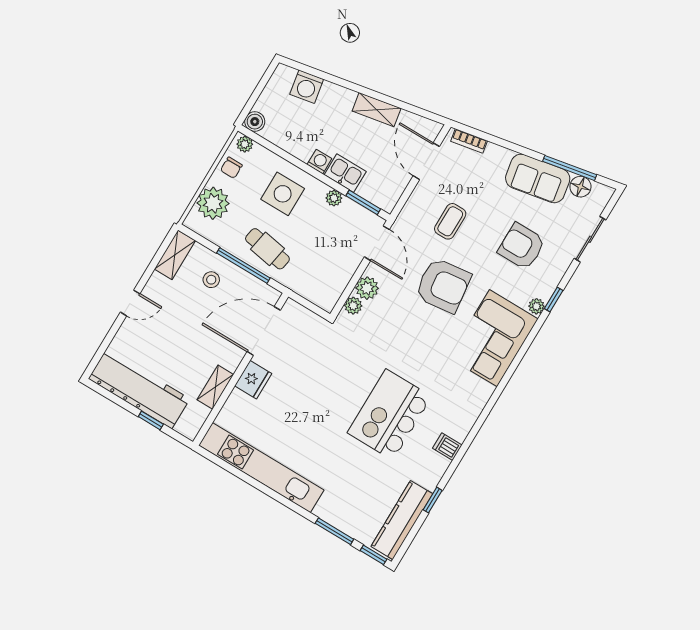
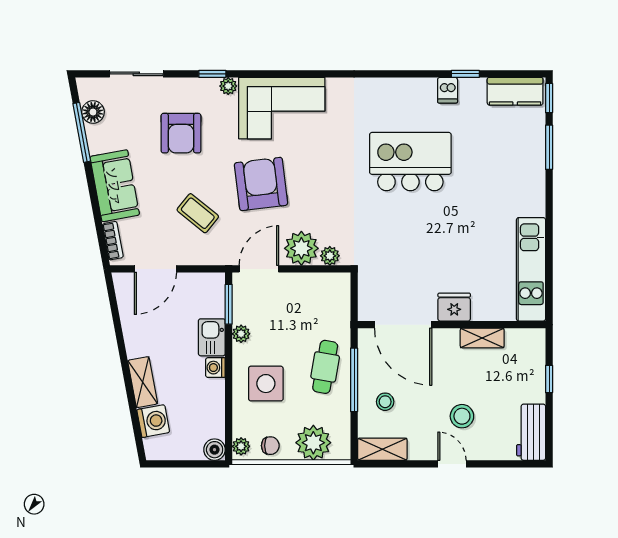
shelving: (377, 110) -> (143, 382), moved
sofa: (538, 178) -> (115, 186), moved
coffee table: (450, 221) -> (198, 213), turned 39
plant: (367, 288) -> (301, 248), width x1.36, depth x1.36
stool: (163, 334) -> (462, 416), added
workbench: (139, 389) -> (531, 432), width x0.53, depth x0.76
kitchen island: (389, 415) -> (410, 162), turned 180
dishwasher: (447, 447) -> (448, 90), moved
kitchen unit: (261, 468) -> (531, 269), width x0.73
kitchen counter: (402, 520) -> (515, 91), width x0.67

